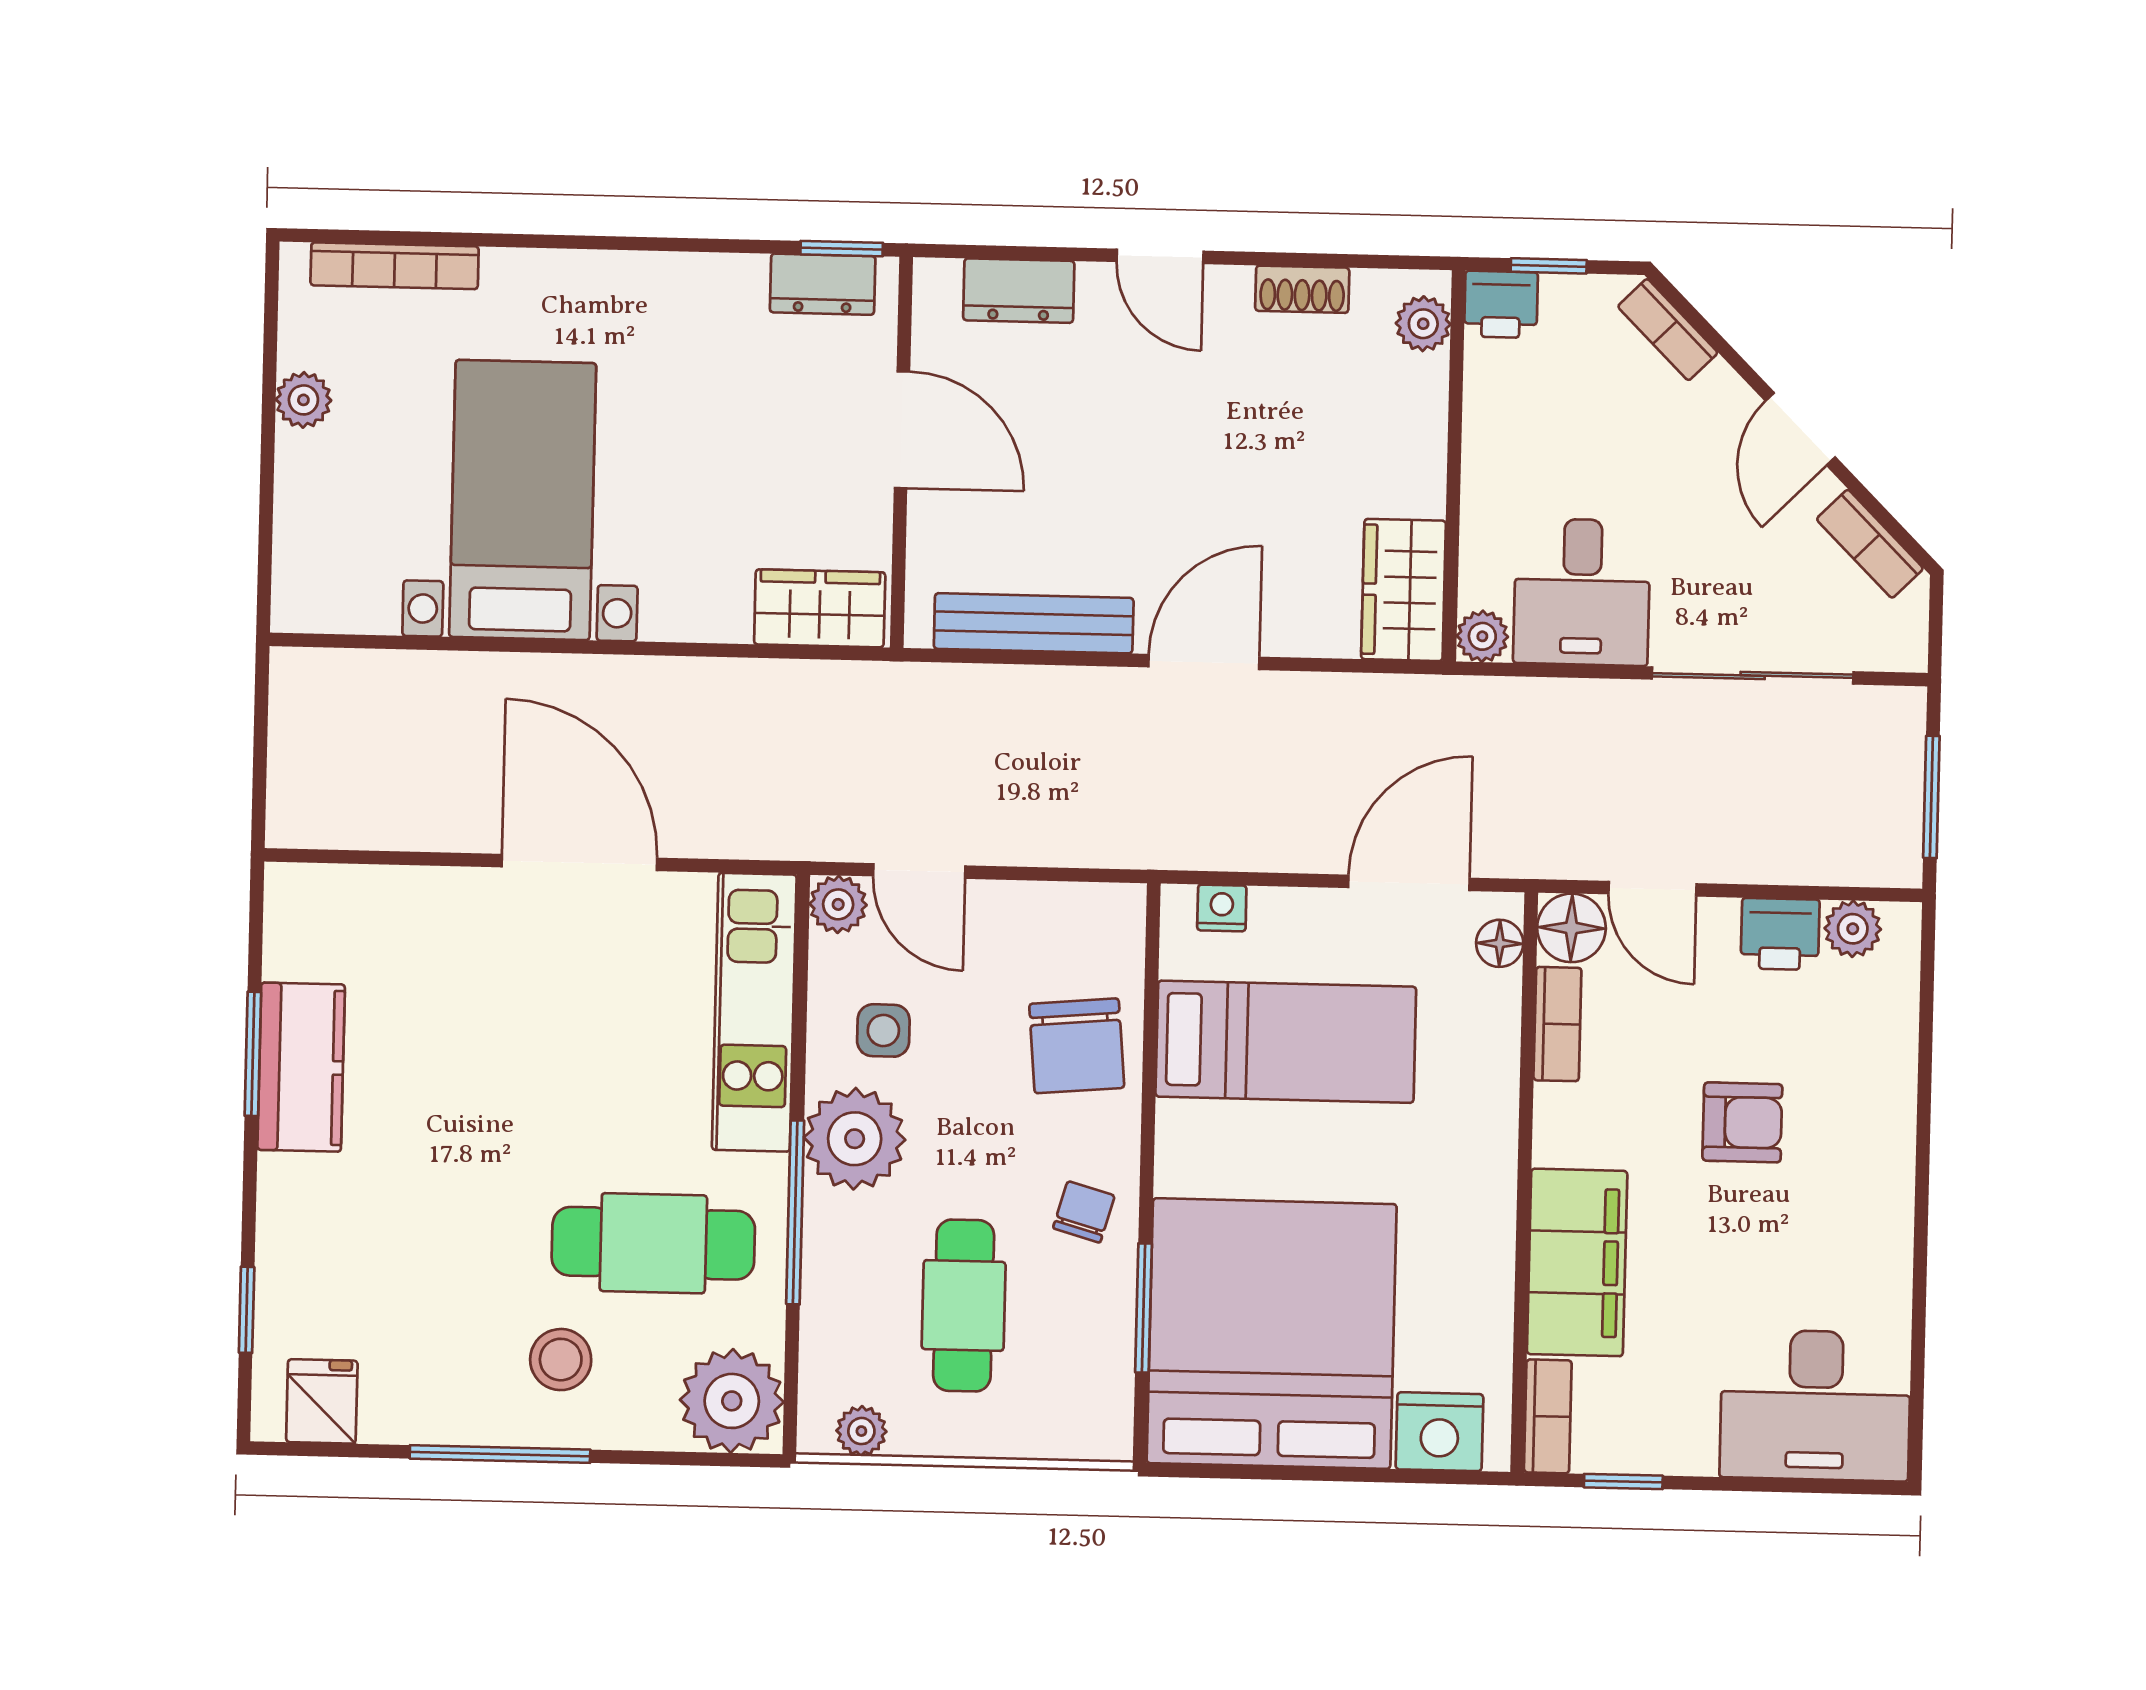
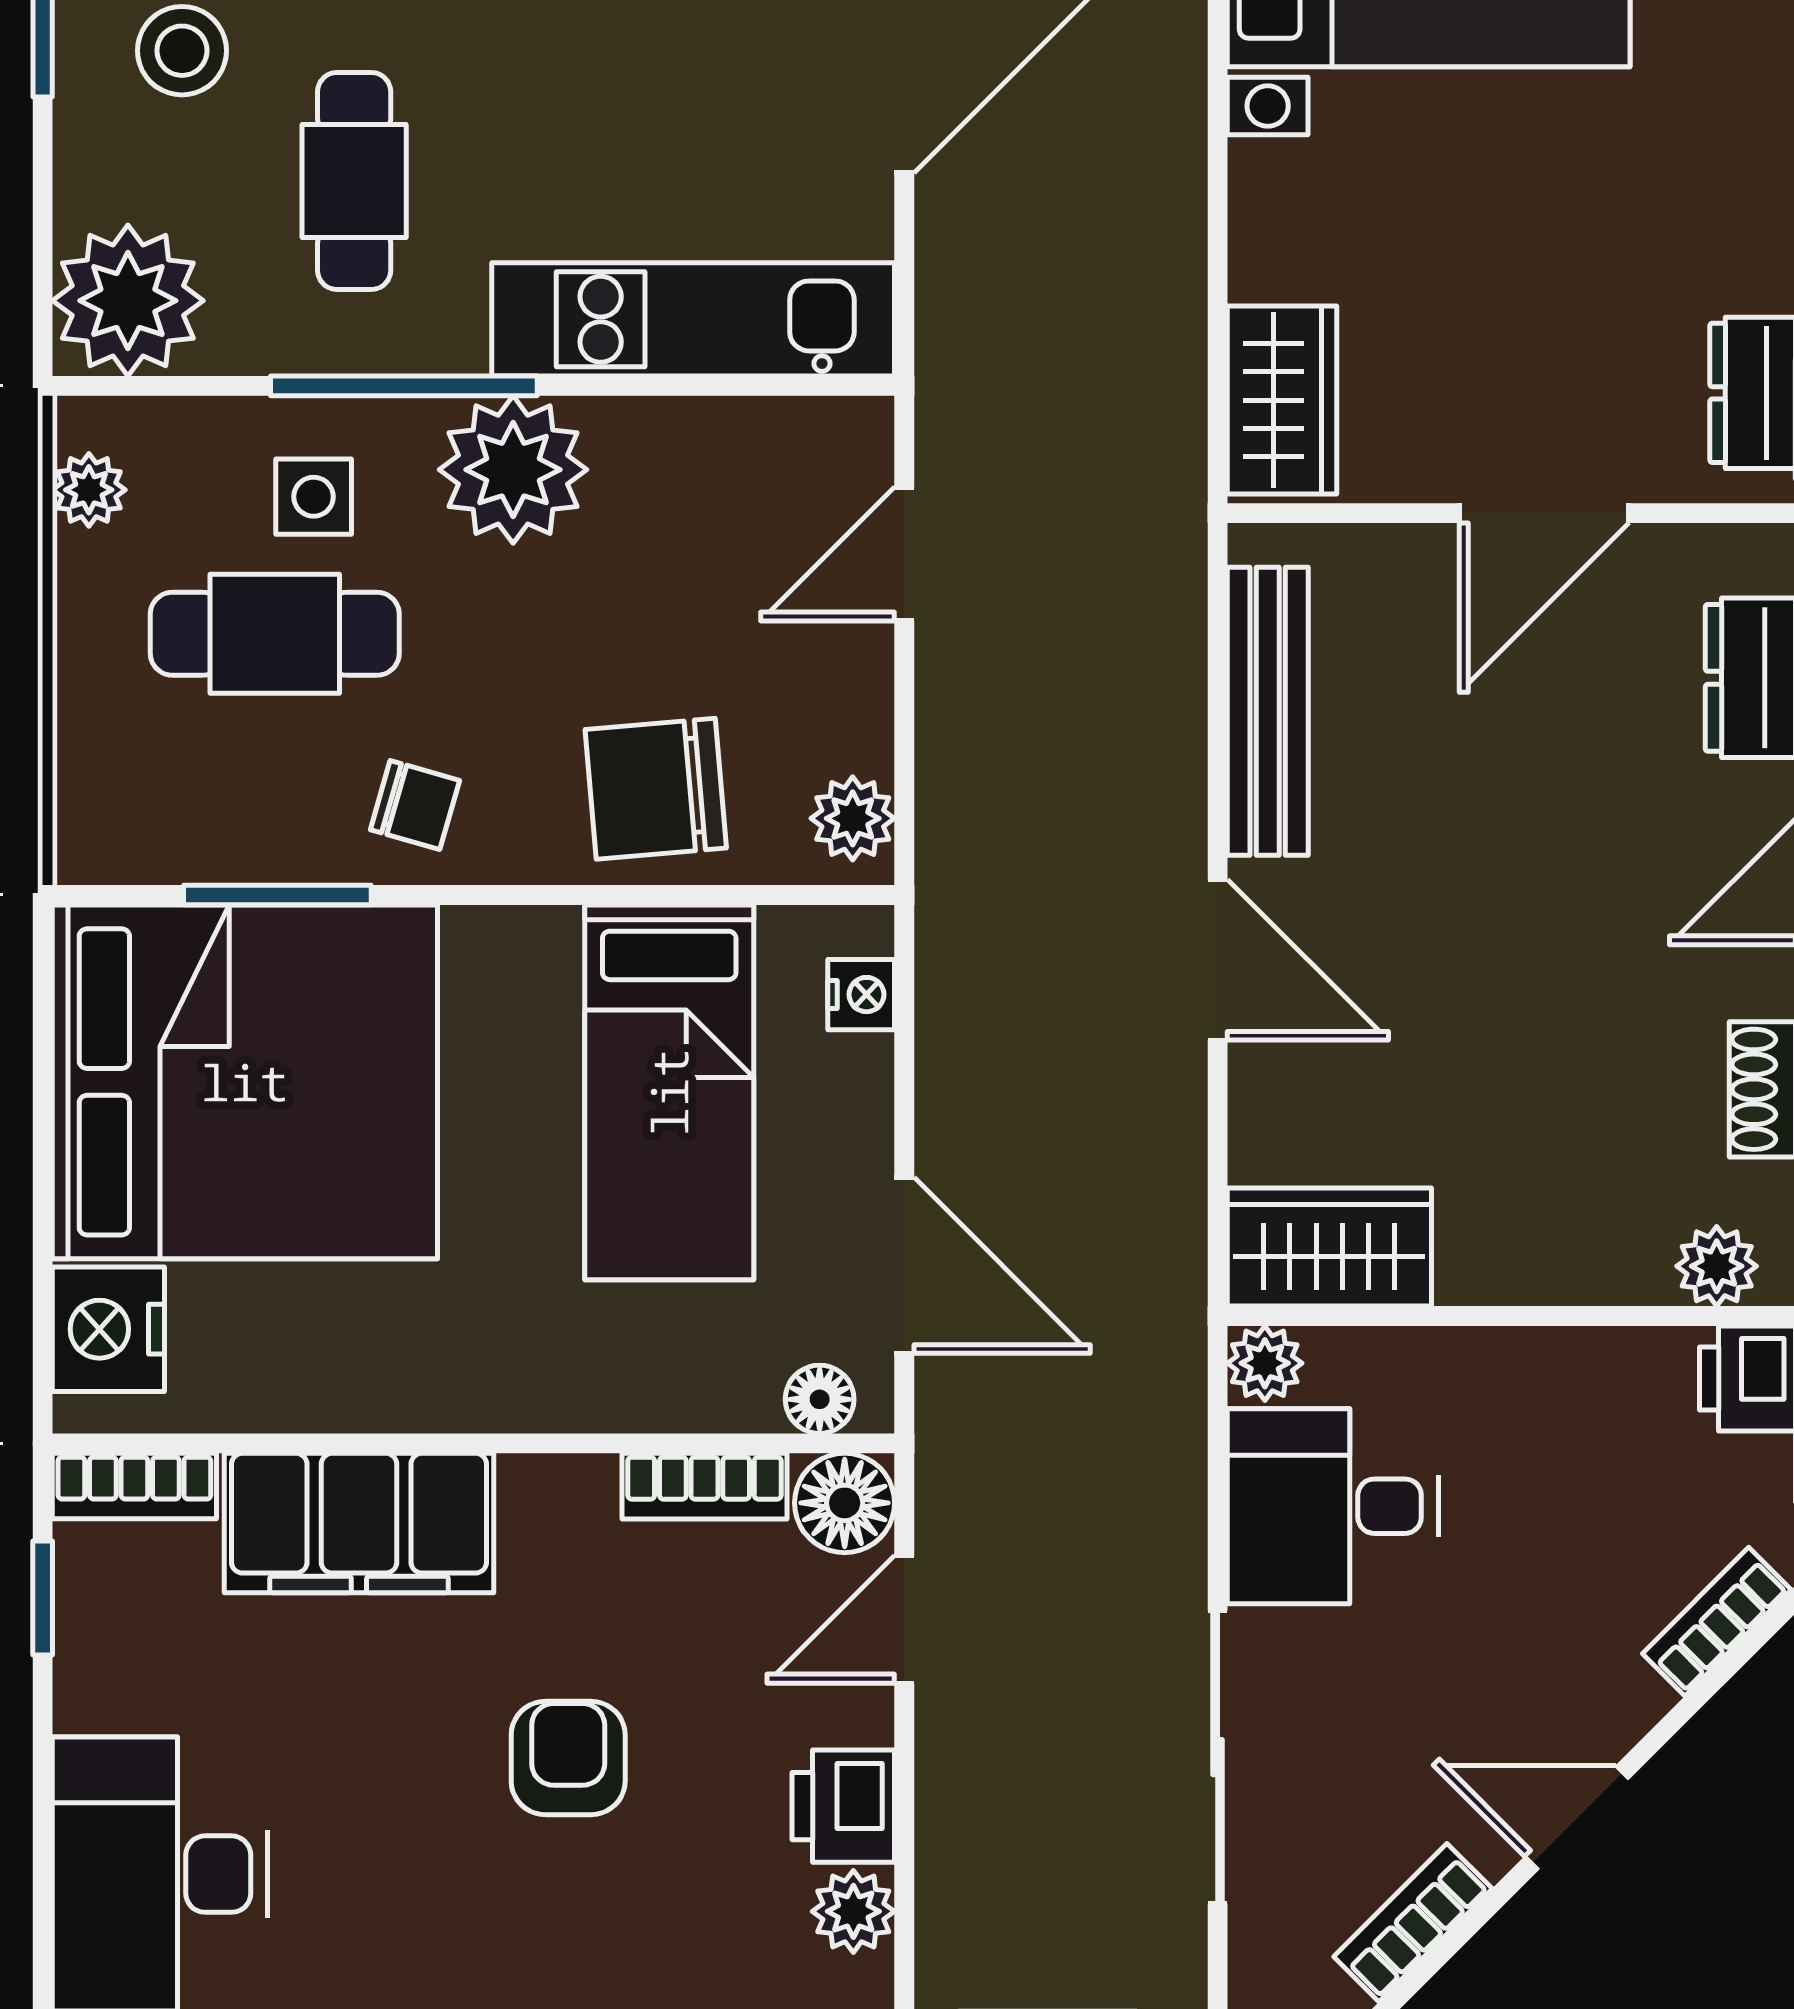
plant: (838, 904) -> (853, 818), moved
side table: (883, 1030) -> (314, 497), moved
armchair: (1742, 1122) -> (568, 1758), turned 180
cafe table: (653, 1243) -> (354, 181), width x0.73, depth x0.74

